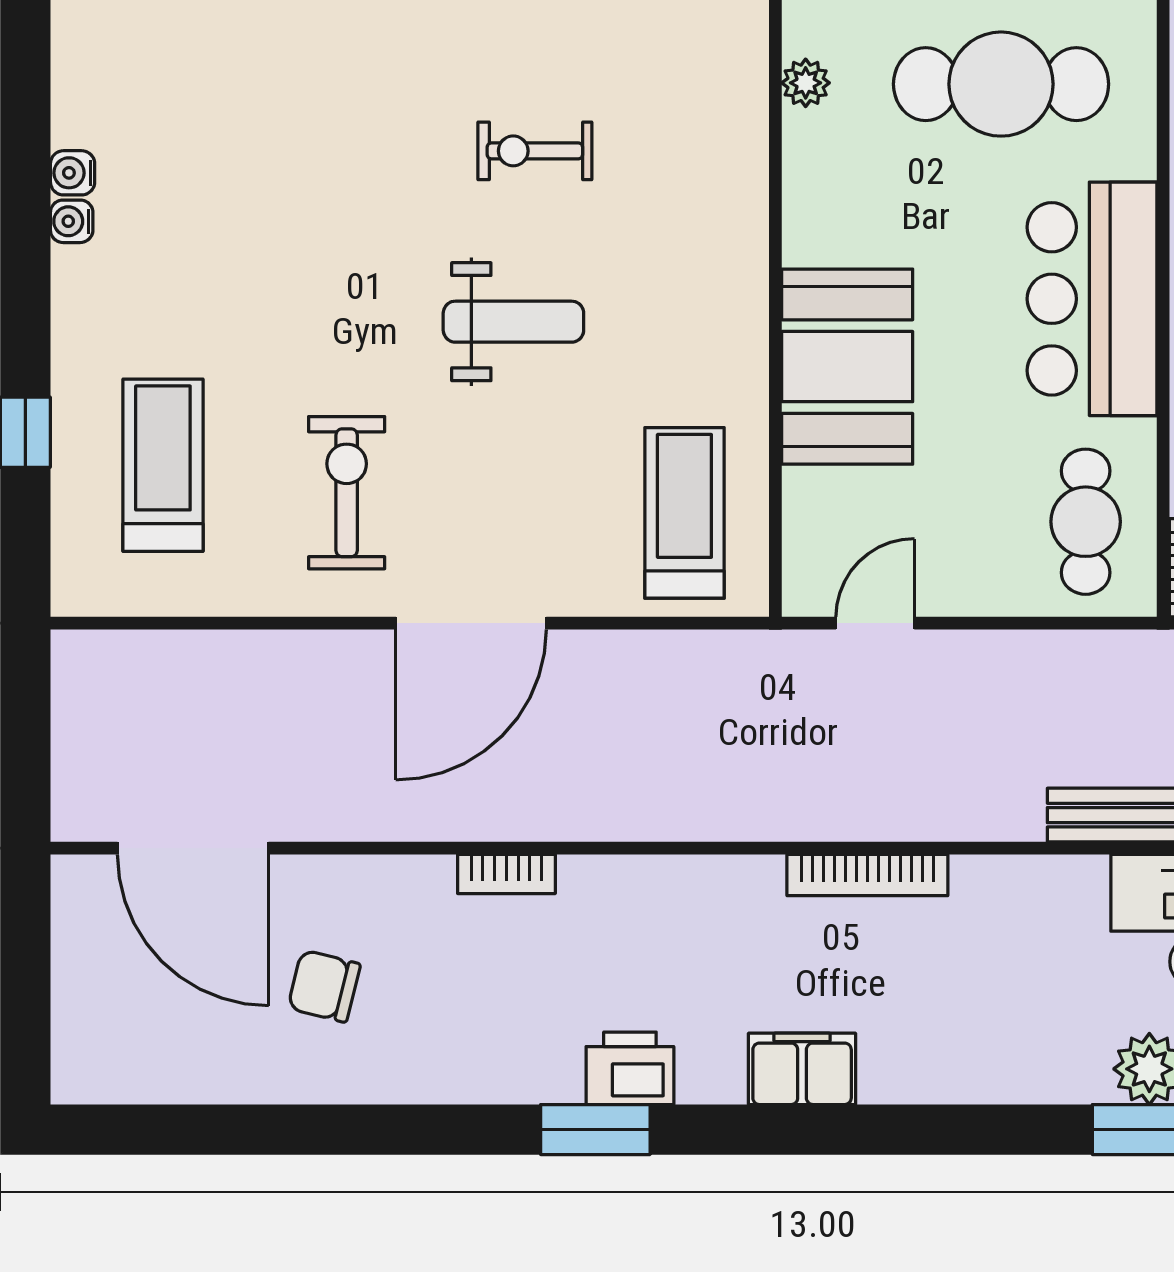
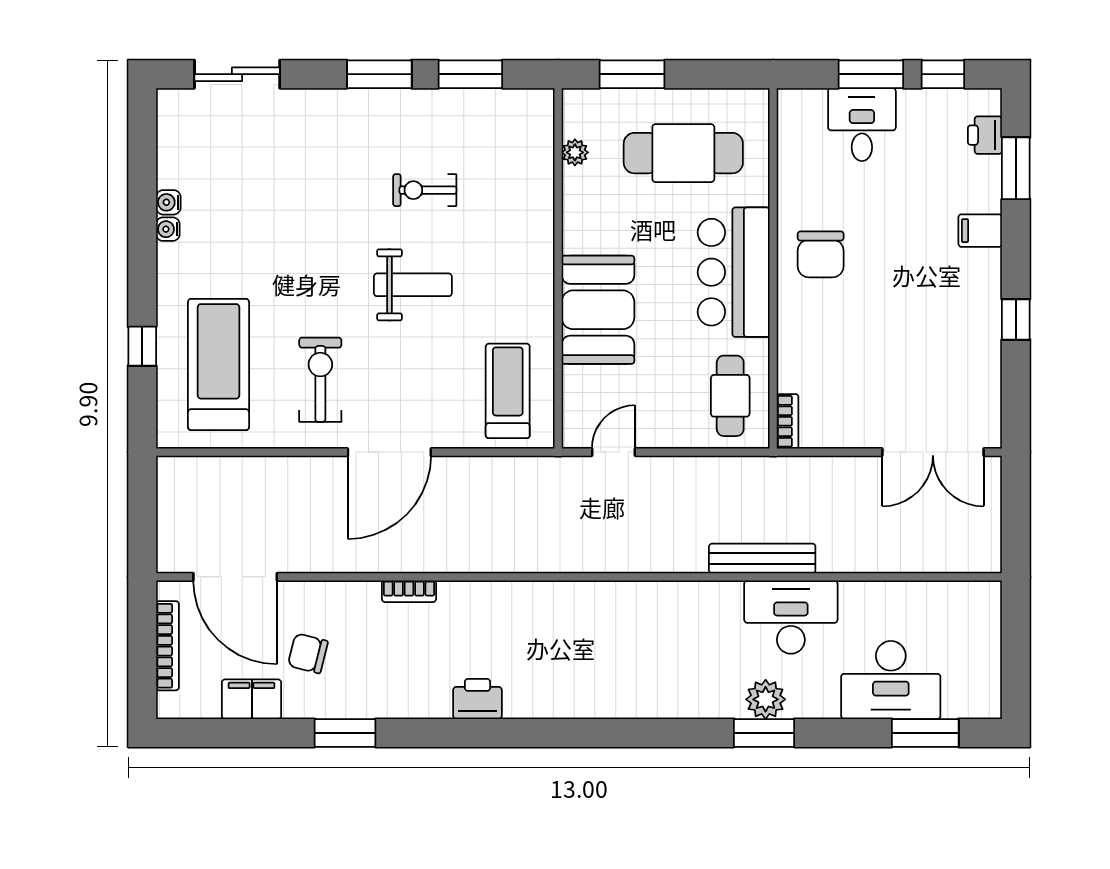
treadmill: (163, 465) -> (218, 364), width x1.37, depth x1.38
bookcase: (867, 875) -> (167, 646), moved, turned -90
filing cabinet: (802, 1069) -> (252, 699), moved
window: (595, 1130) -> (345, 733), moved

